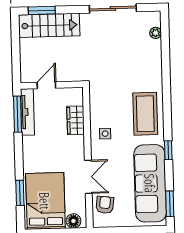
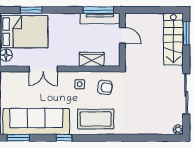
plant: (156, 33) -> (178, 130), moved
armchair: (105, 205) -> (105, 87), moved

